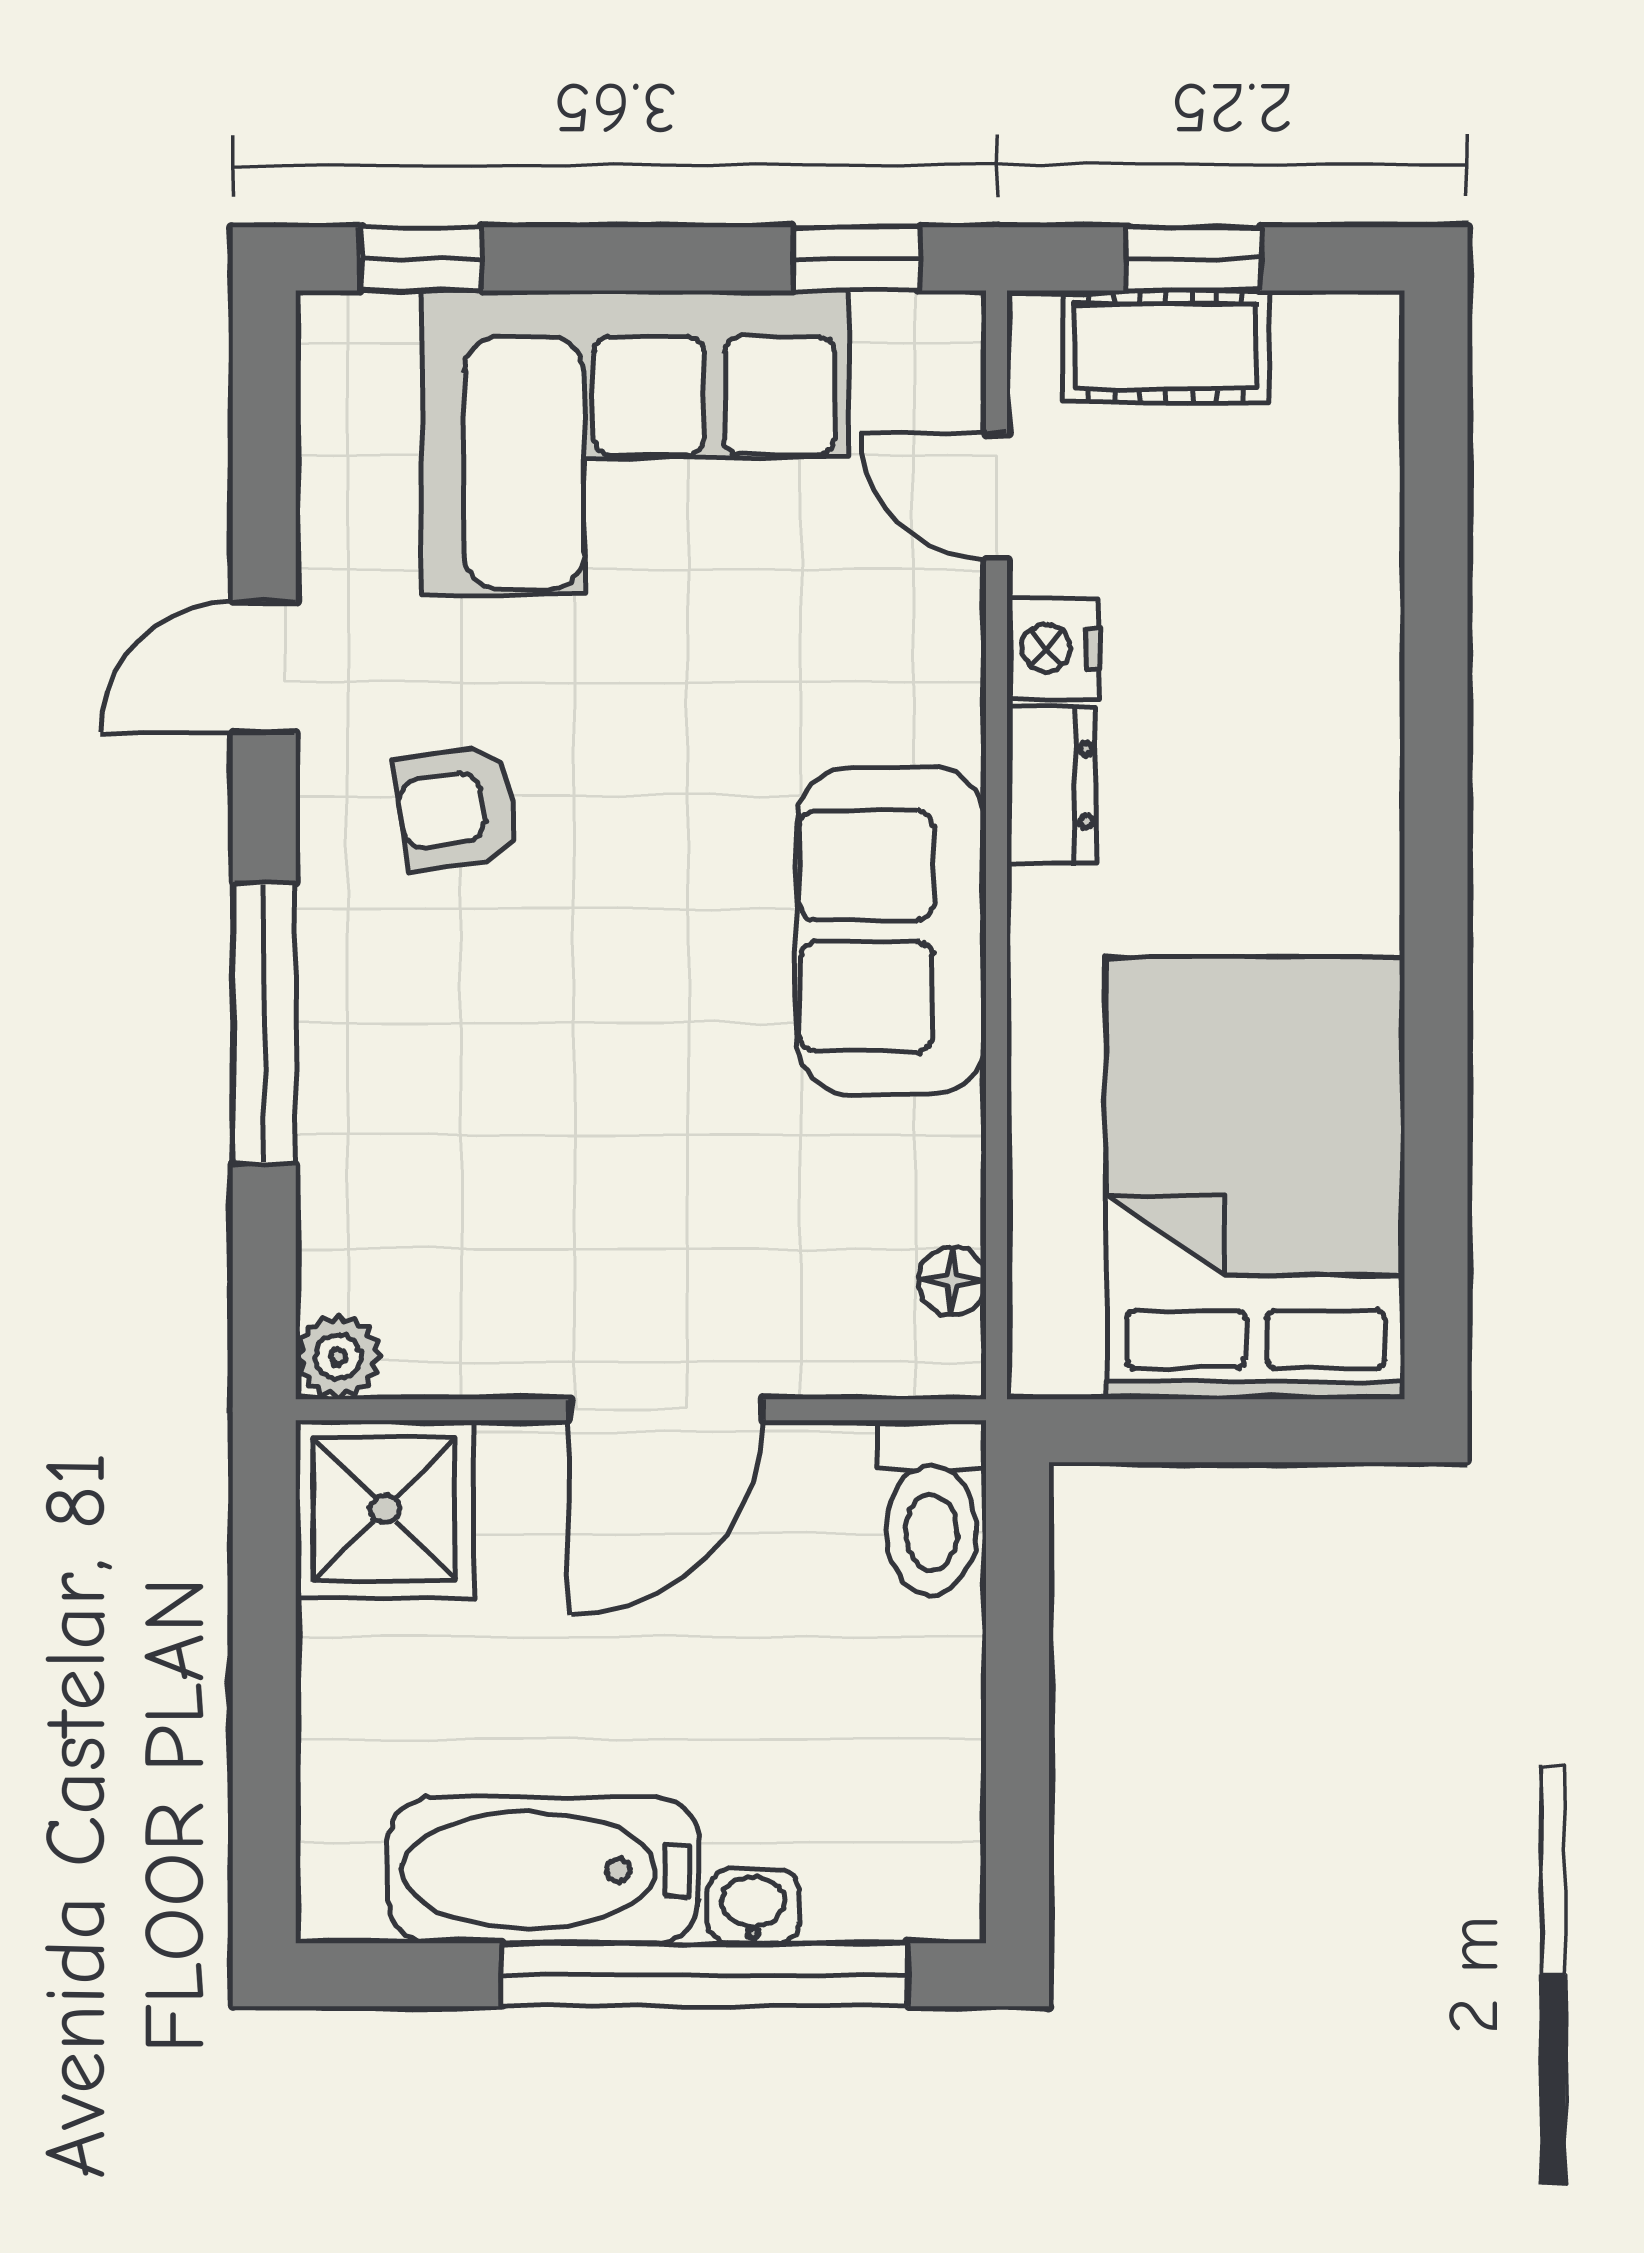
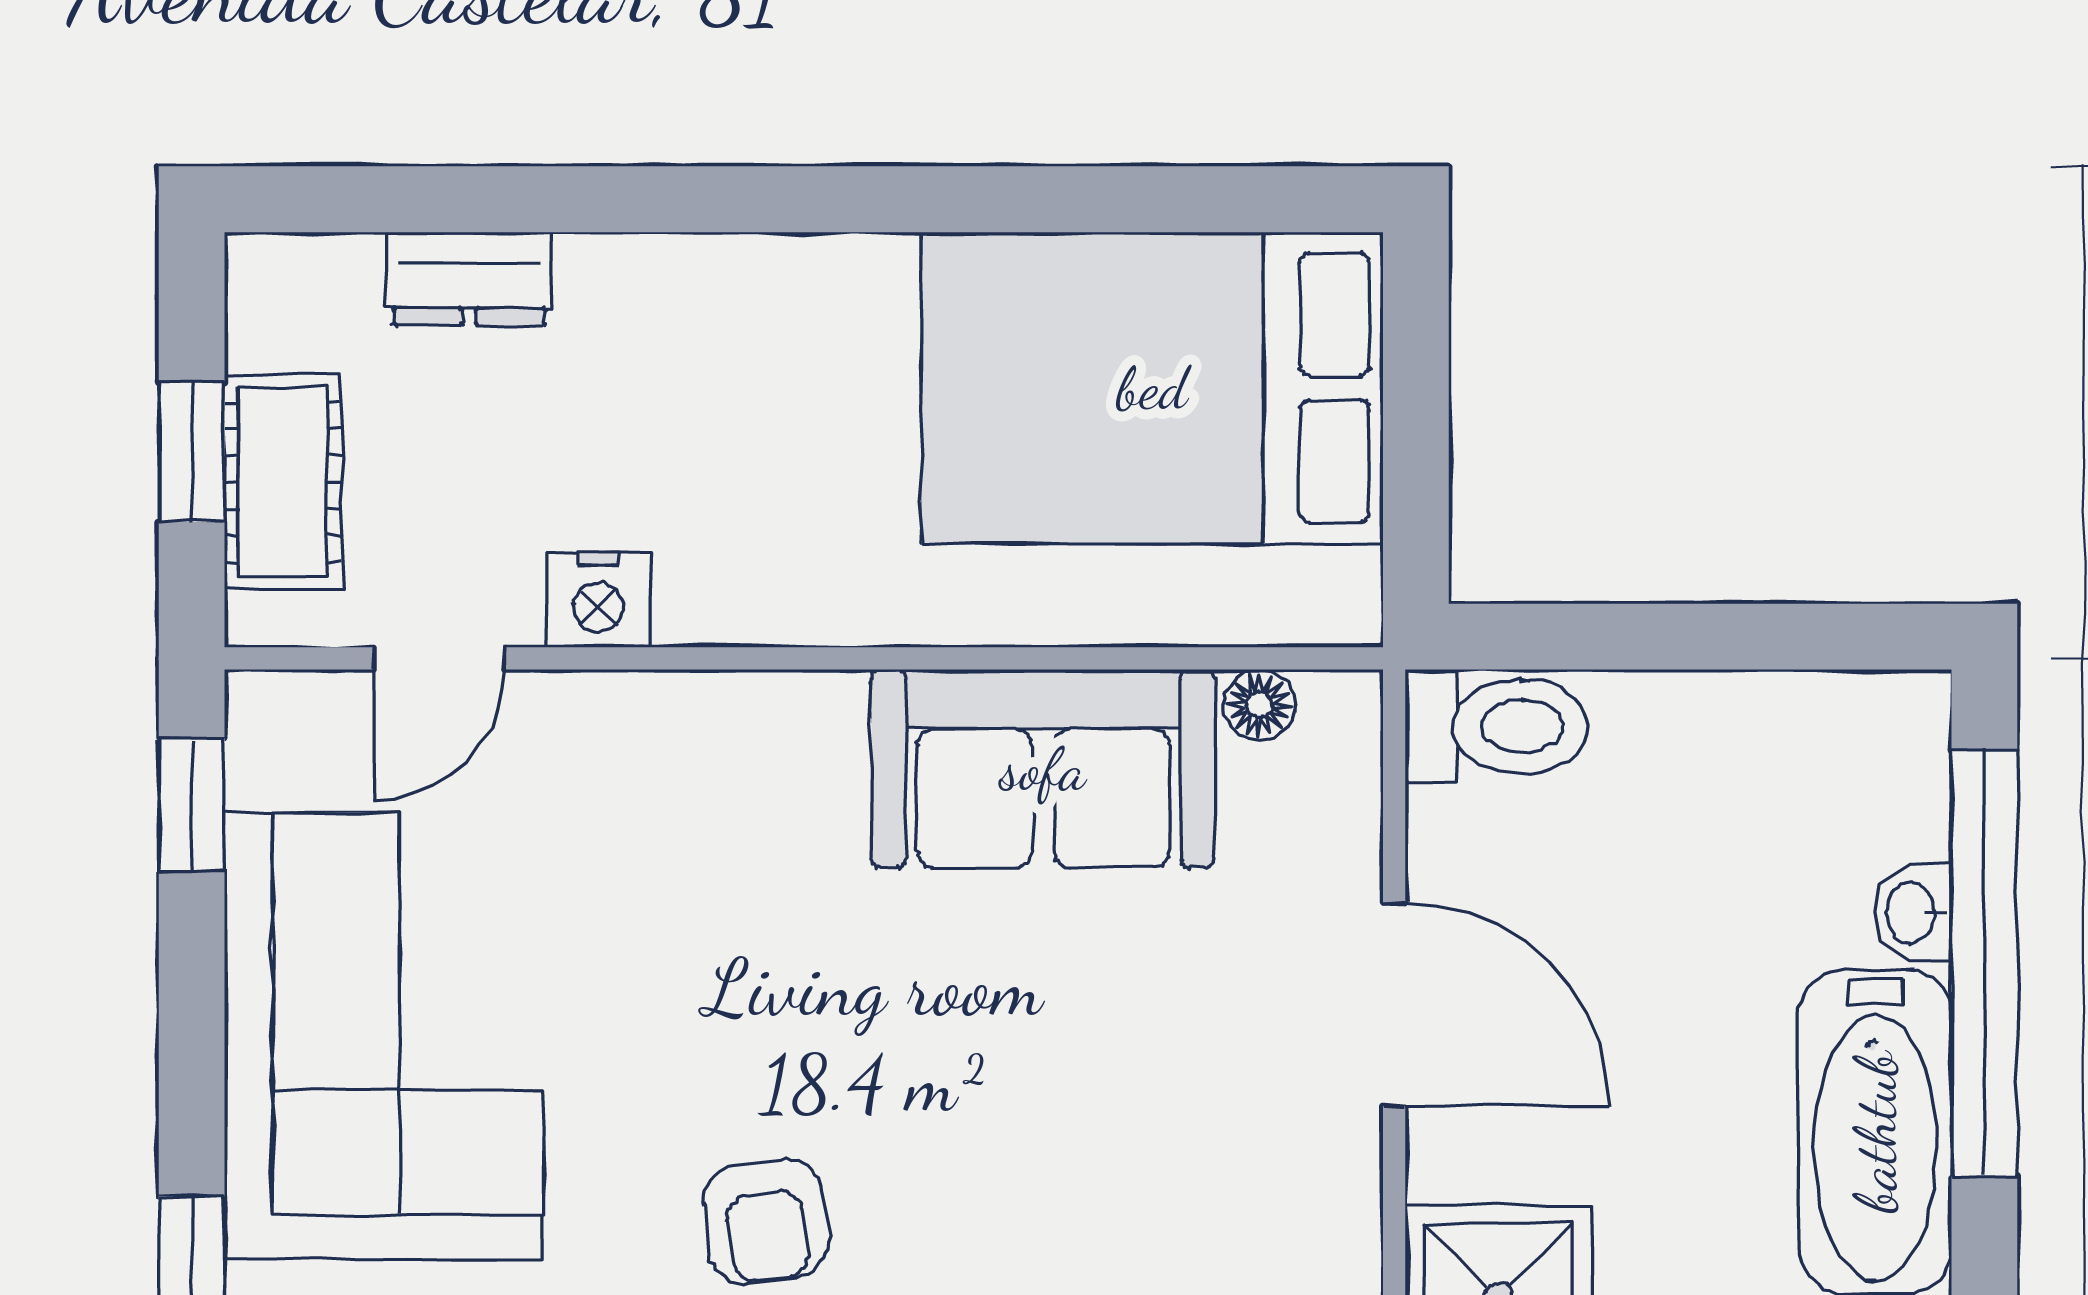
dresser: (1051, 786) -> (469, 279), moved, turned 180
sofa: (891, 931) -> (1043, 769), moved

